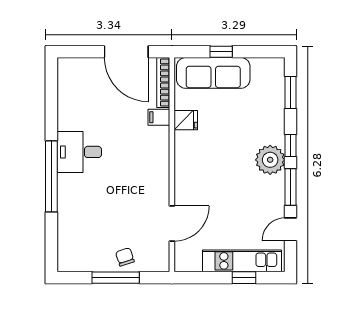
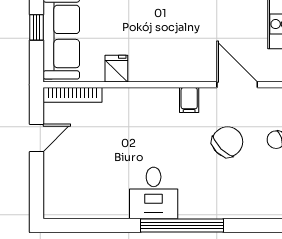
door: (126, 52) -> (36, 138), width x0.53
filing cabinet: (159, 117) -> (189, 100), moved
chair: (123, 215) -> (227, 142), added

